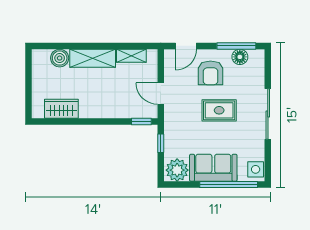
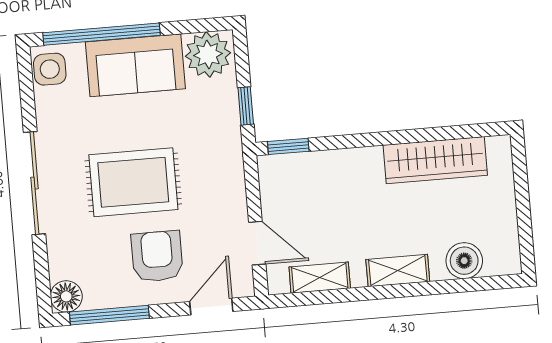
floor lamp: (240, 57) -> (66, 296), moved
shelving: (93, 58) -> (398, 271), width x0.67, depth x0.75
door: (161, 94) -> (257, 243), moved
wardrobe: (61, 109) -> (435, 160), width x1.50
rug: (219, 110) -> (133, 182), width x1.36, depth x1.43

